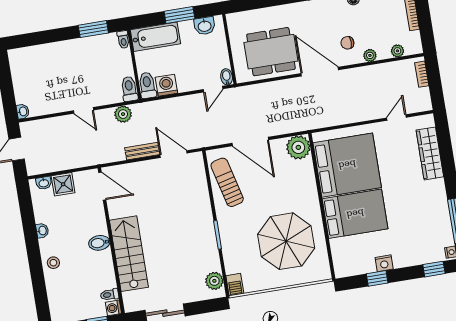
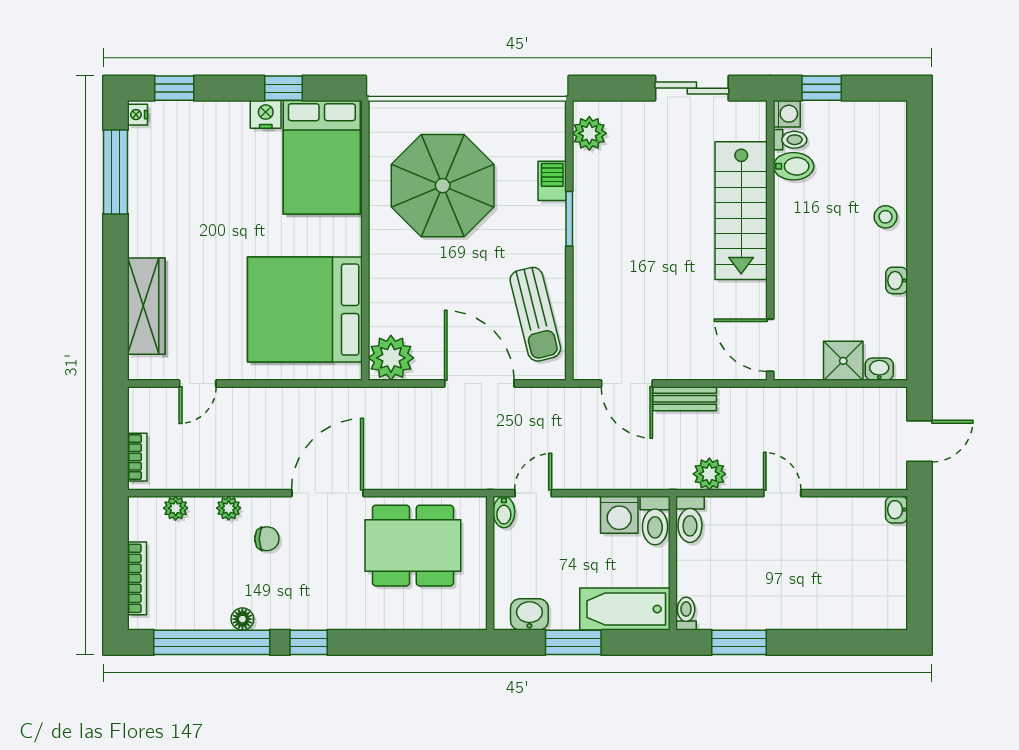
door: (320, 72) -> (327, 493), swing flipped
bed: (355, 214) -> (322, 157), moved, turned -90
bidet: (99, 243) -> (793, 166), moved
barbecue: (235, 285) -> (552, 181), moved

